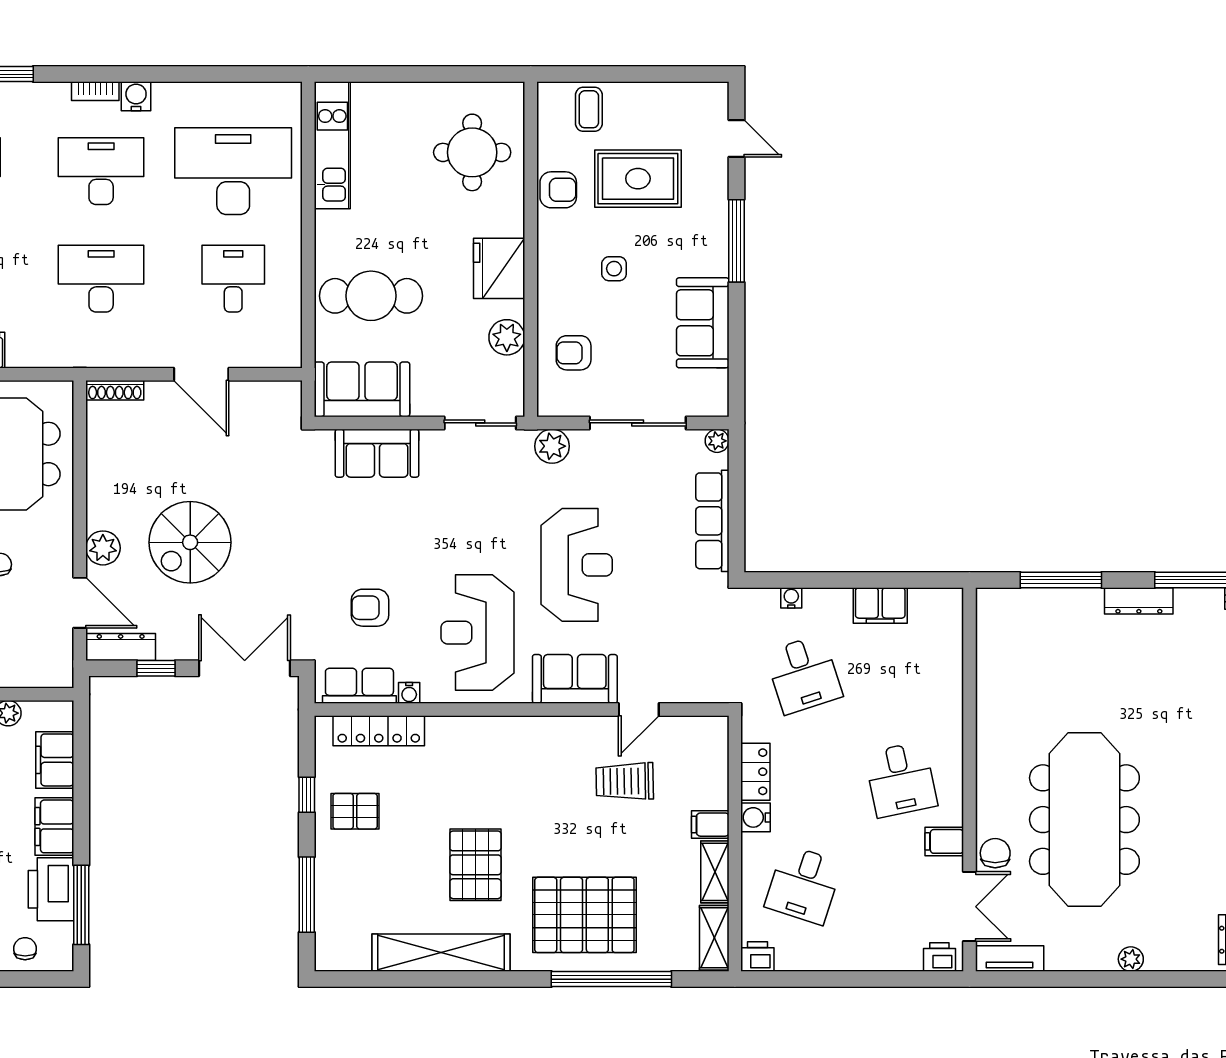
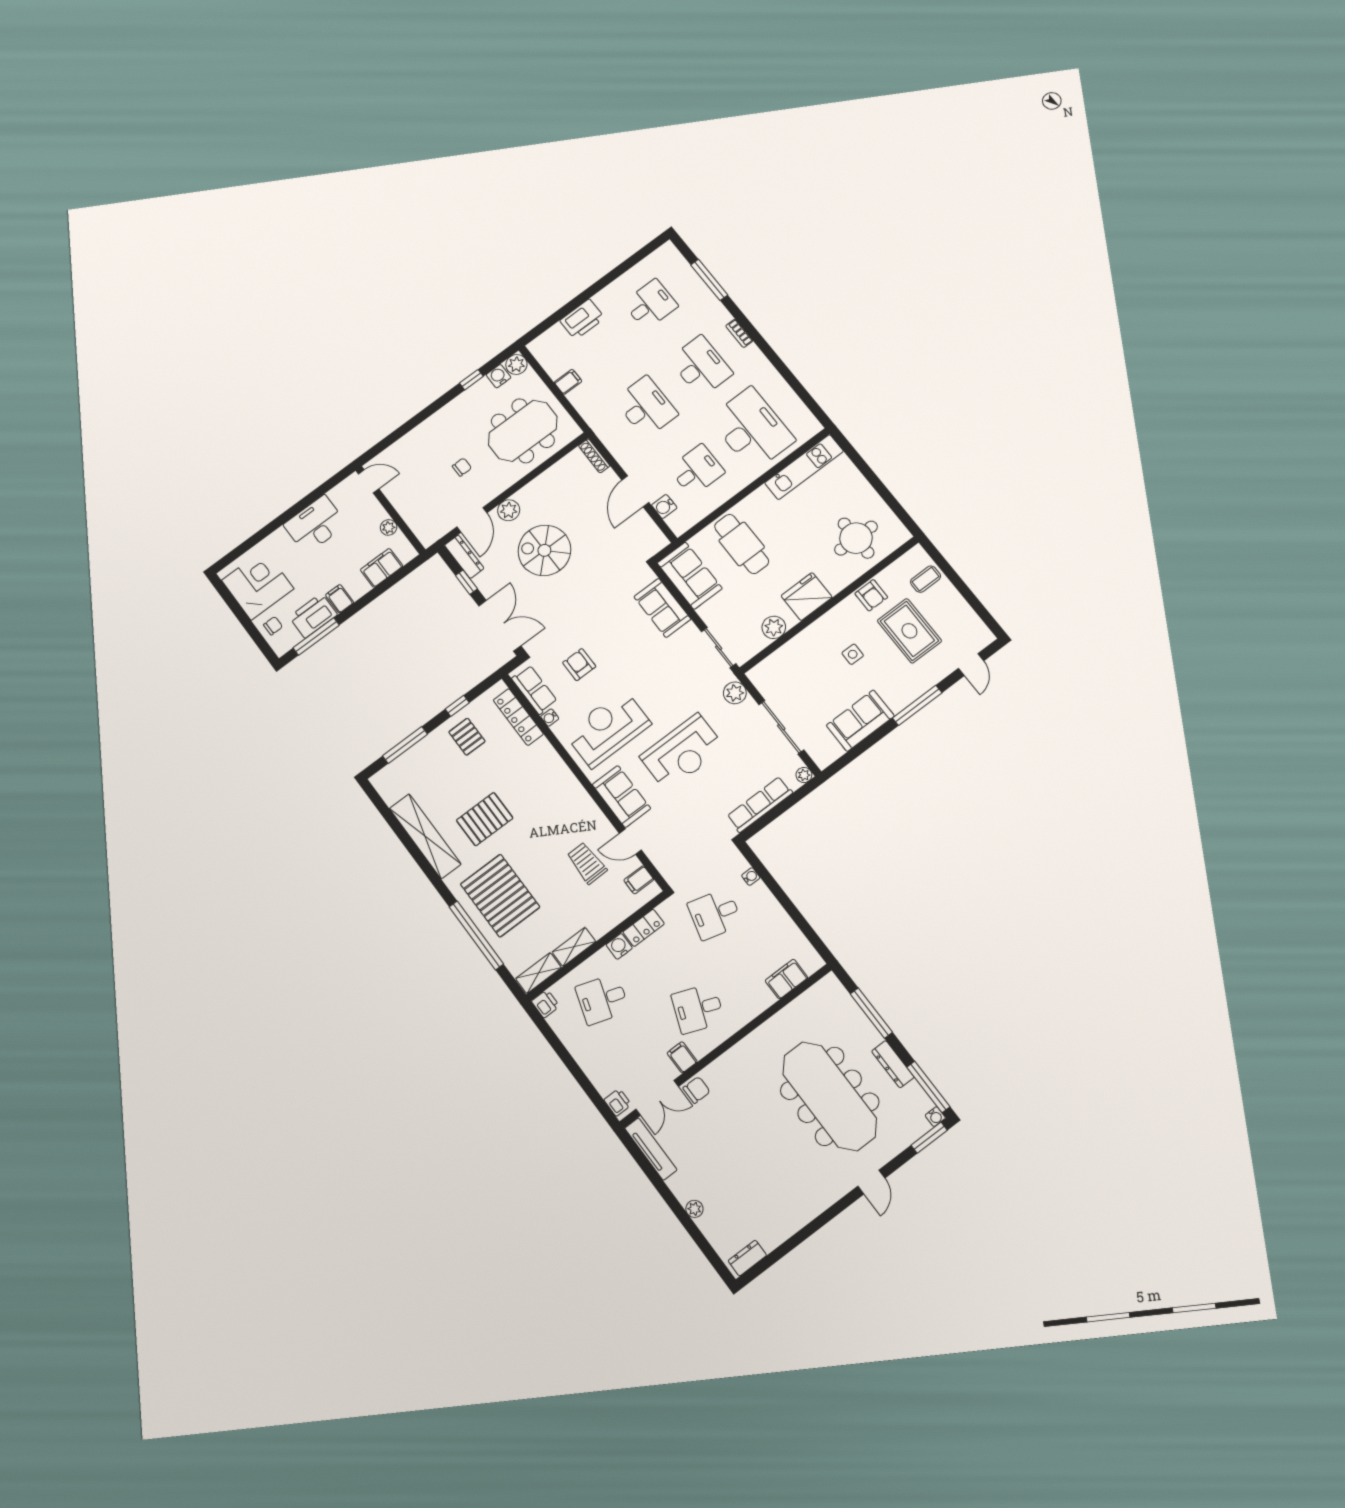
water cooler: (136, 96) -> (664, 506), moved, turned 180
armchair: (574, 353) -> (792, 667), removed
filing cabinet: (880, 605) -> (786, 979), moved, turned 90
desk: (804, 674) -> (715, 914), turned 33
desk: (901, 779) -> (698, 1008), turned 33
meeting table: (1084, 820) -> (830, 1096), moved, turned 90
filing cabinet: (710, 825) -> (639, 880), moved, turned -90
filing cabinet: (54, 826) -> (340, 599), width x0.50
tv unit: (1010, 959) -> (651, 1149), width x1.41

